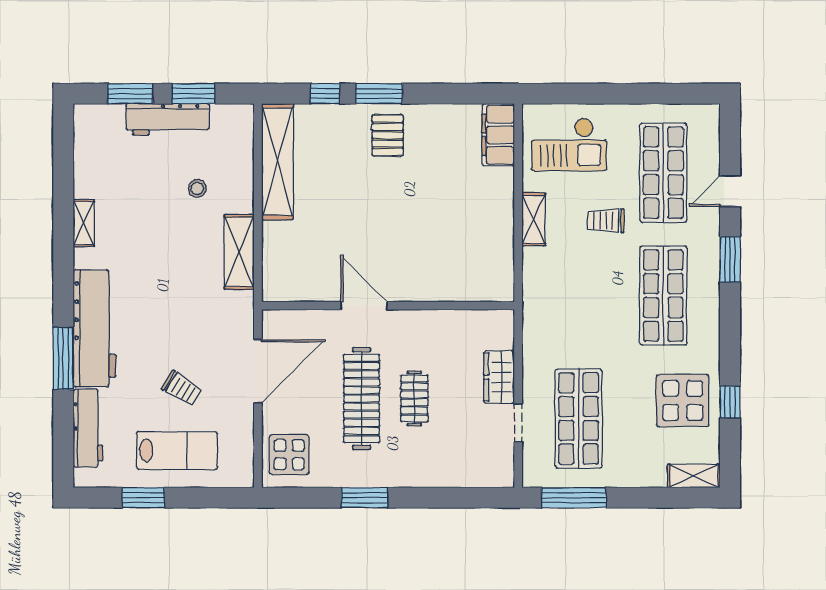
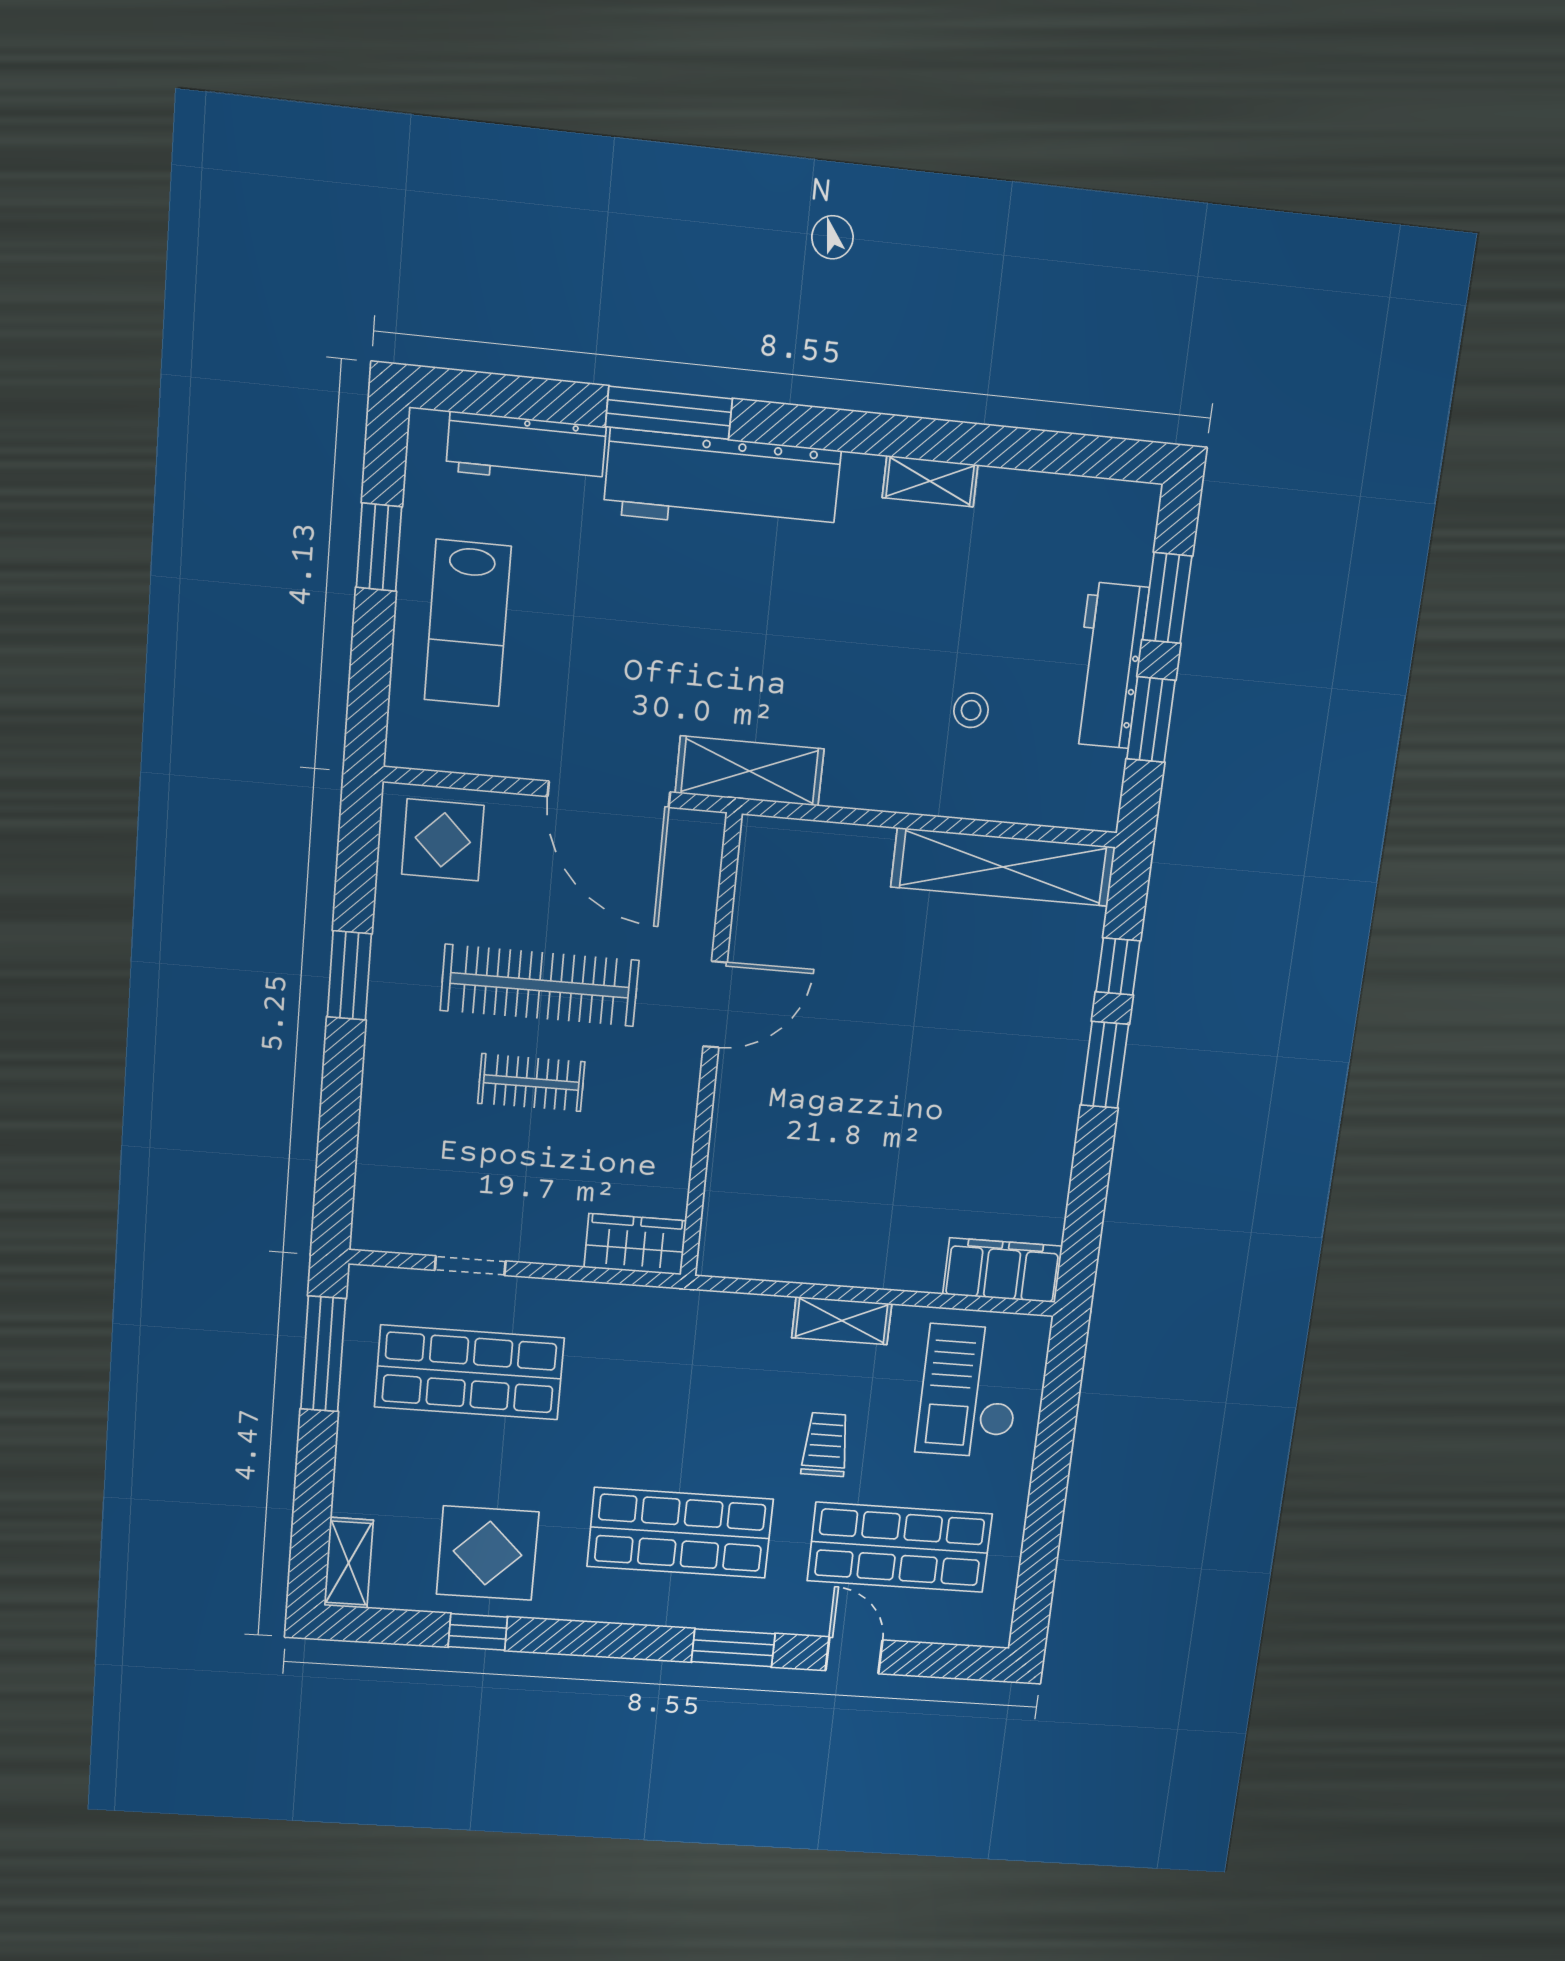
pallet: (388, 135) -> (1026, 1074), removed
shelving: (239, 252) -> (750, 771), moved
wardrobe: (499, 377) -> (635, 1244), moved
trolley: (181, 389) -> (588, 643), removed

